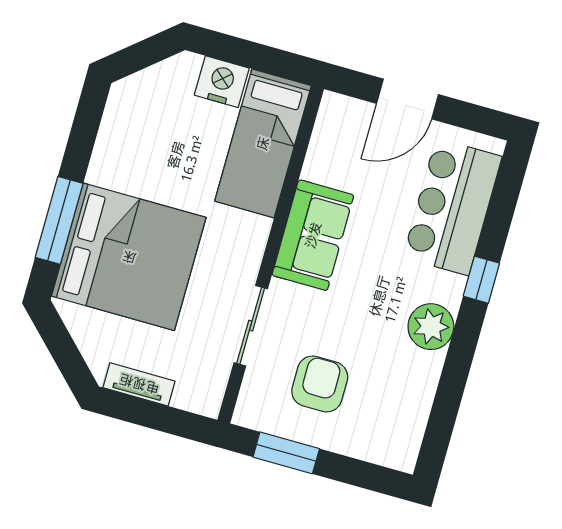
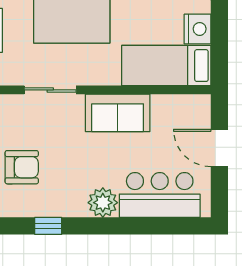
window: (481, 280) -> (48, 226), moved
plant: (431, 327) -> (103, 203), moved
armchair: (320, 384) -> (22, 167), moved

